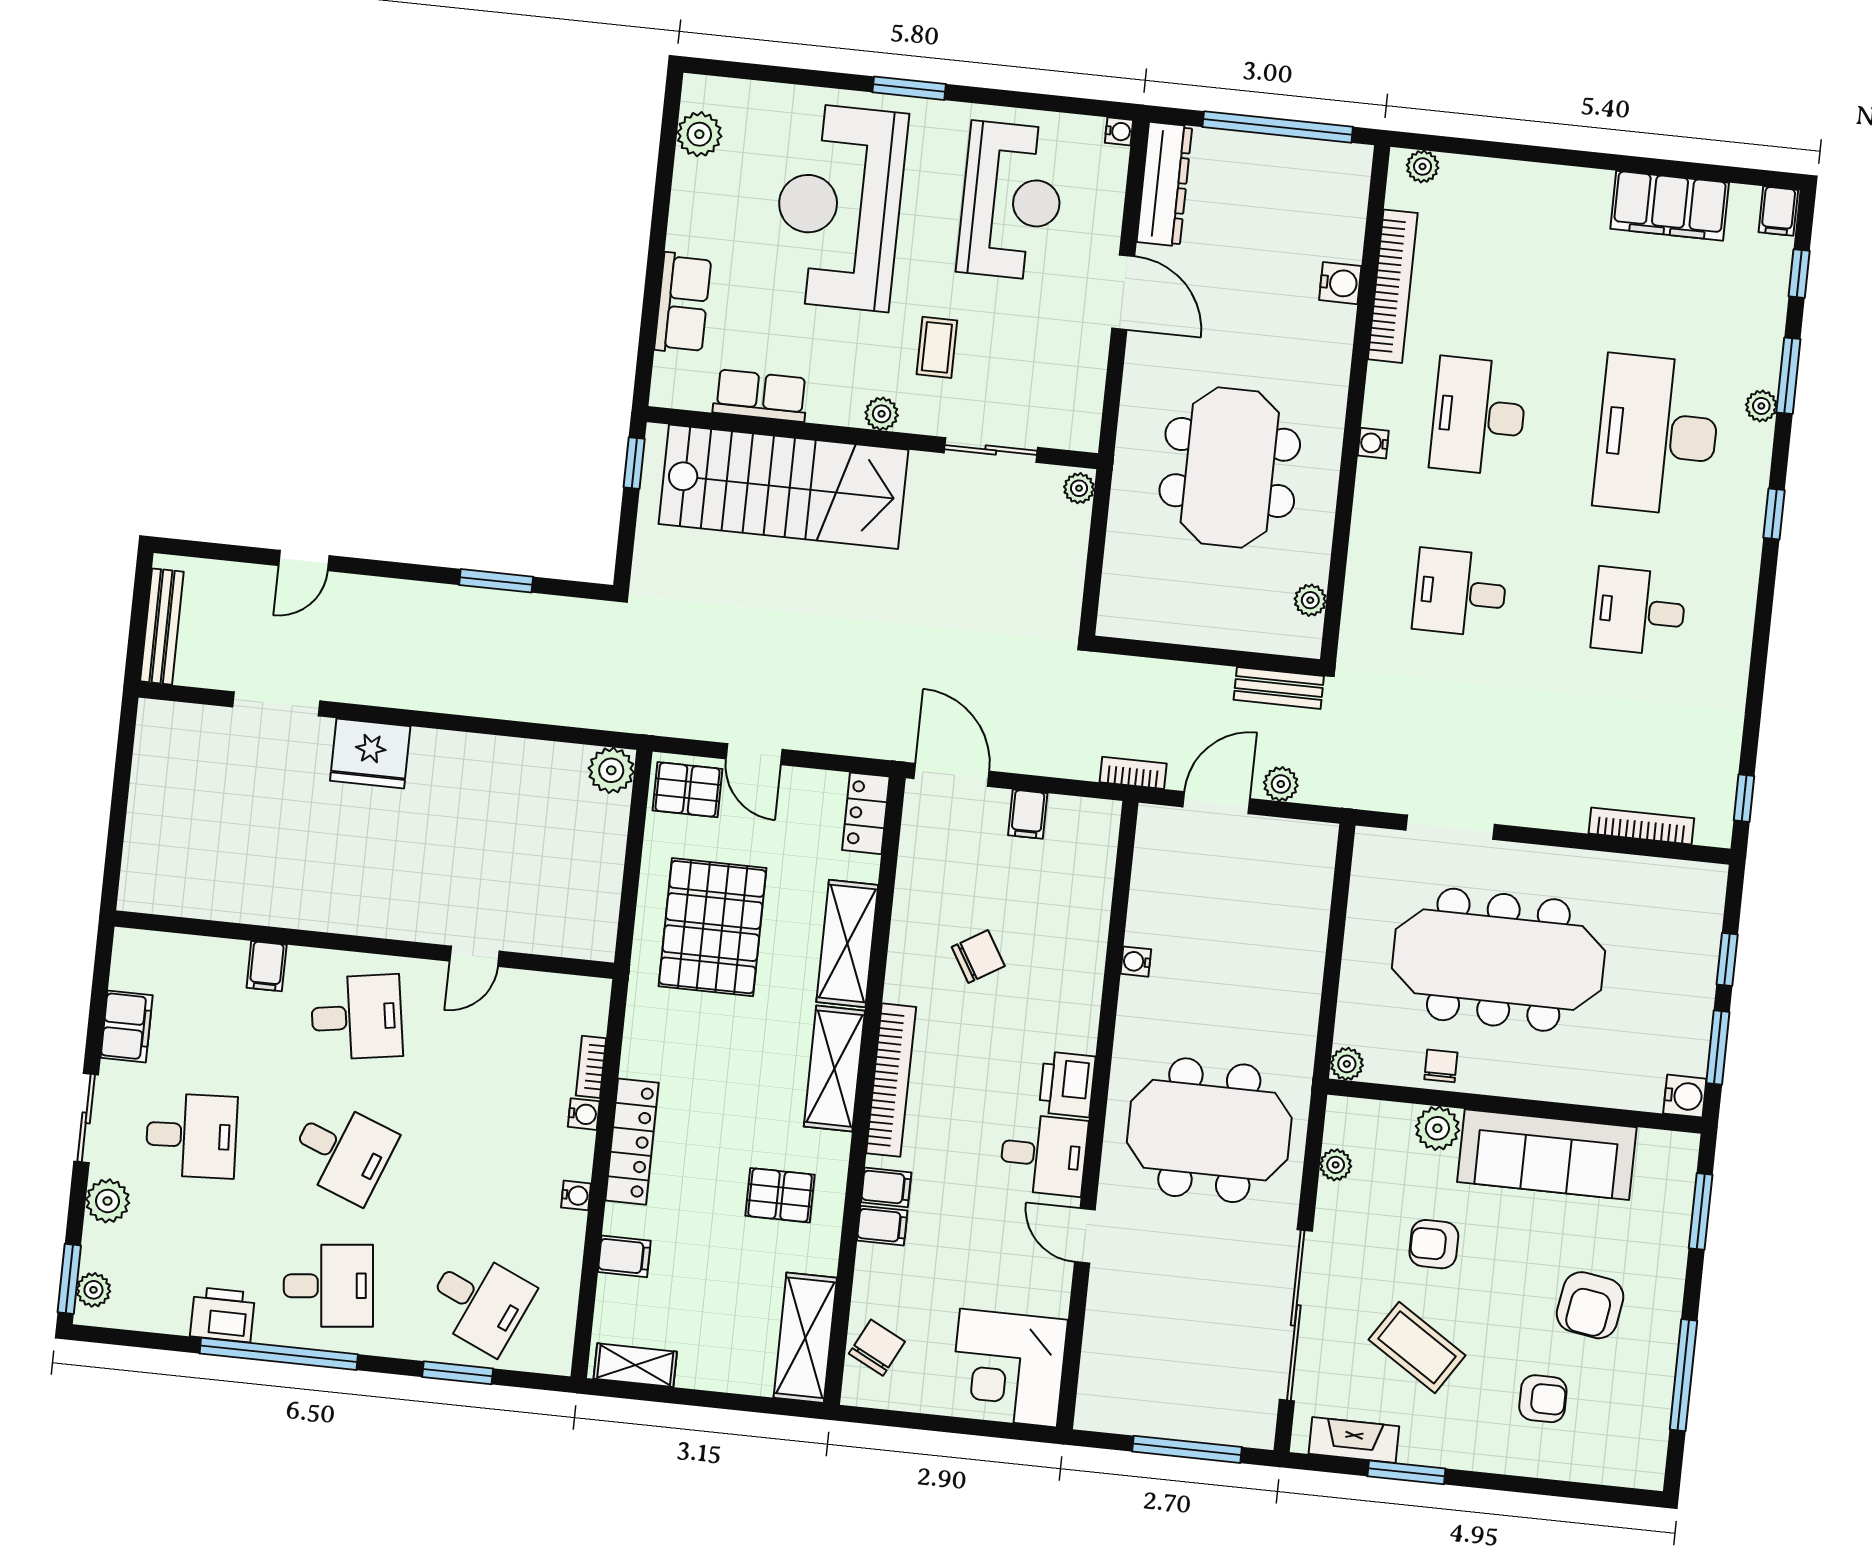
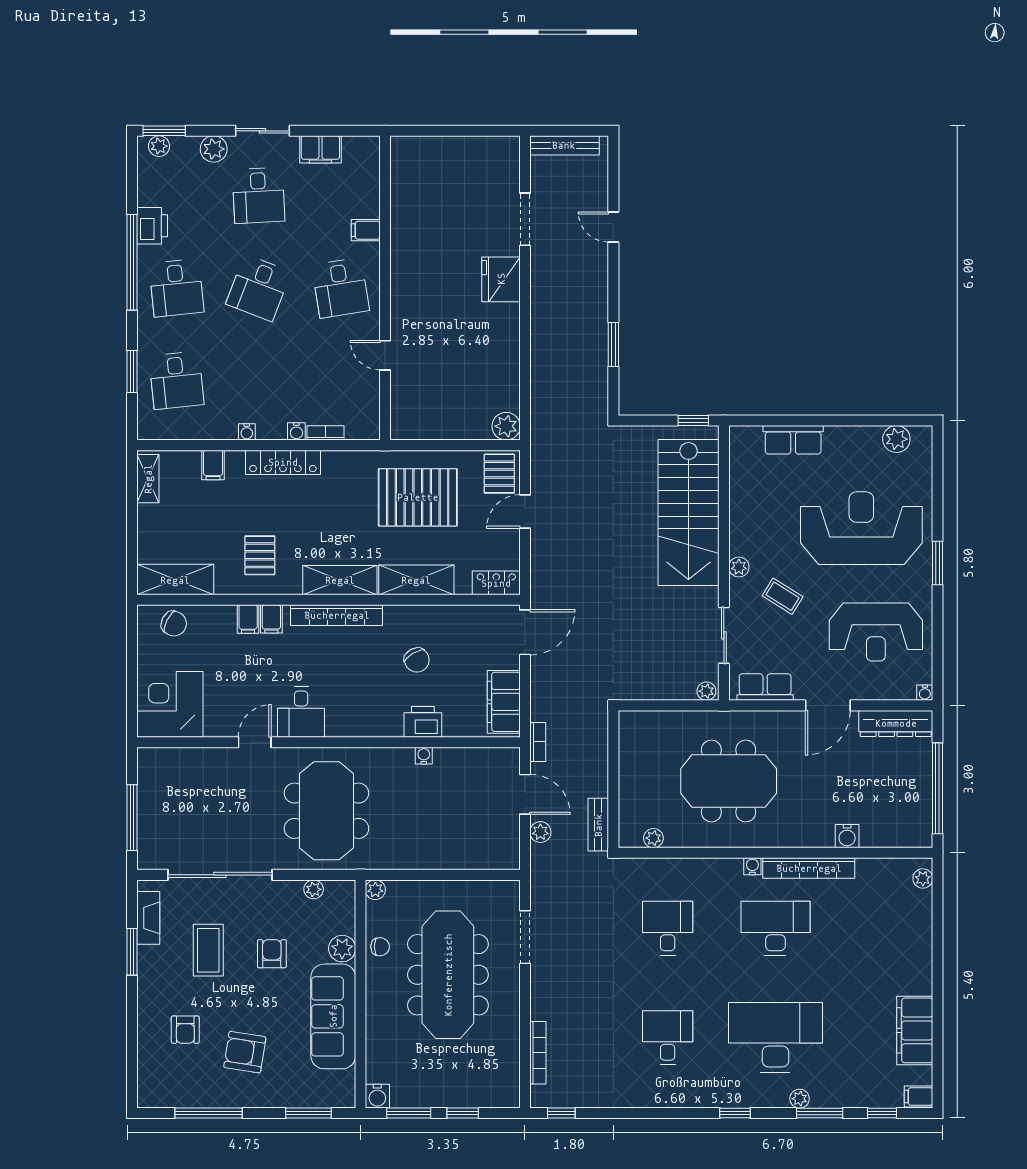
bookcase: (1393, 286) -> (809, 868), moved
coffee table: (937, 347) -> (783, 596), turned 32
row of seats: (760, 396) -> (765, 687), moved, turned -90
filing cabinet: (1028, 814) -> (504, 702), width x3.00, depth x1.17
printer: (1067, 1084) -> (423, 722), moved
desk: (480, 1302) -> (176, 380), turned -30
coffee table: (1417, 1347) -> (208, 950), turned -33

